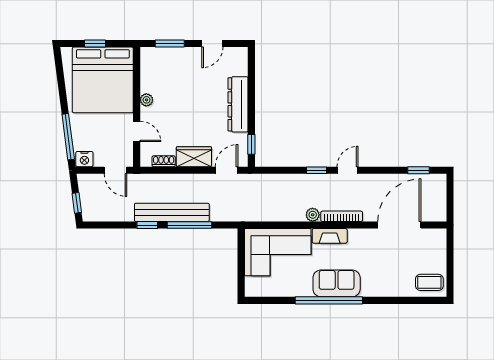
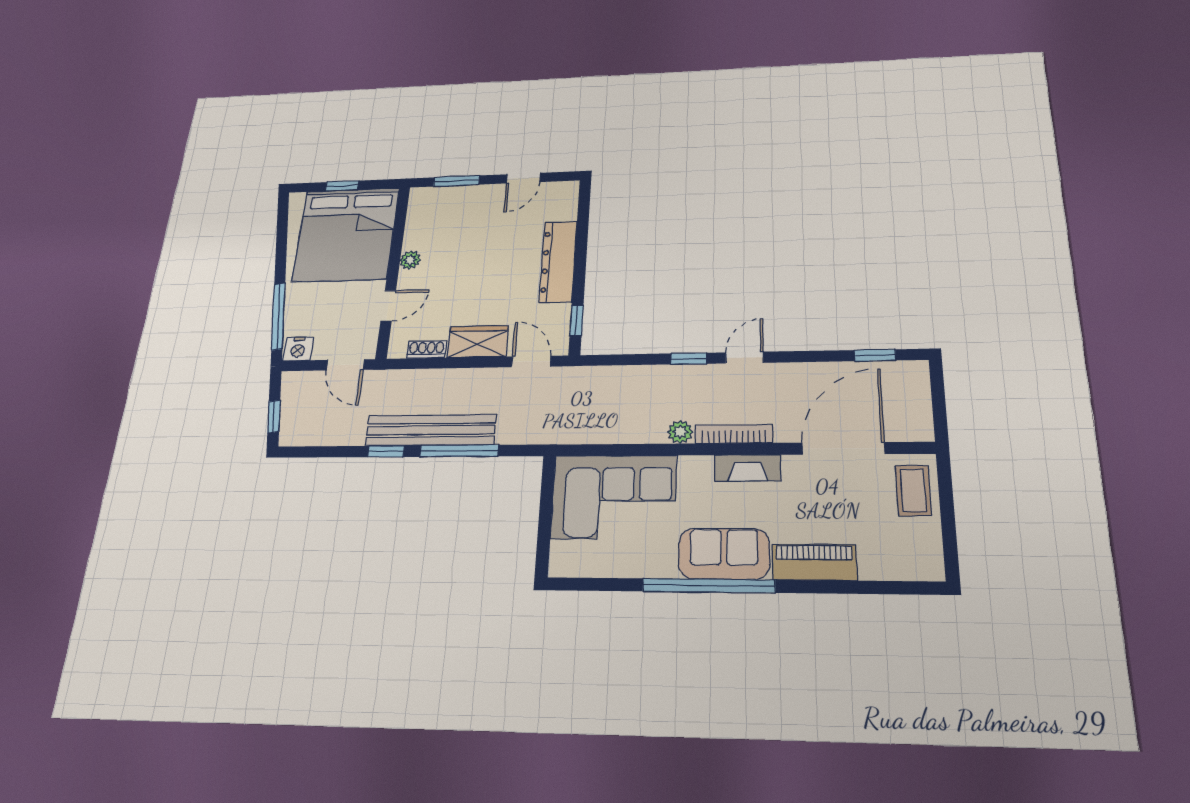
door: (137, 131) -> (388, 306), hinge flipped
door: (227, 170) -> (531, 361), hinge flipped
fireplace: (330, 236) -> (748, 468), moved
coffee table: (429, 282) -> (913, 491), moved, turned 90
piano: (382, 288) -> (814, 562), added

